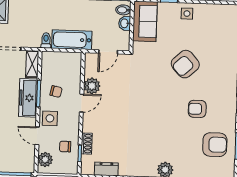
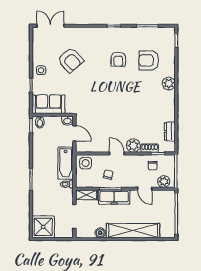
washbasin: (125, 23) -> (67, 121), moved
armchair: (185, 64) -> (70, 60), moved
plant: (92, 86) -> (133, 146), moved
side table: (50, 118) -> (86, 163), moved
door: (37, 136) -> (145, 189), hinge flipped
armchair: (215, 145) -> (149, 60), moved, turned -90

